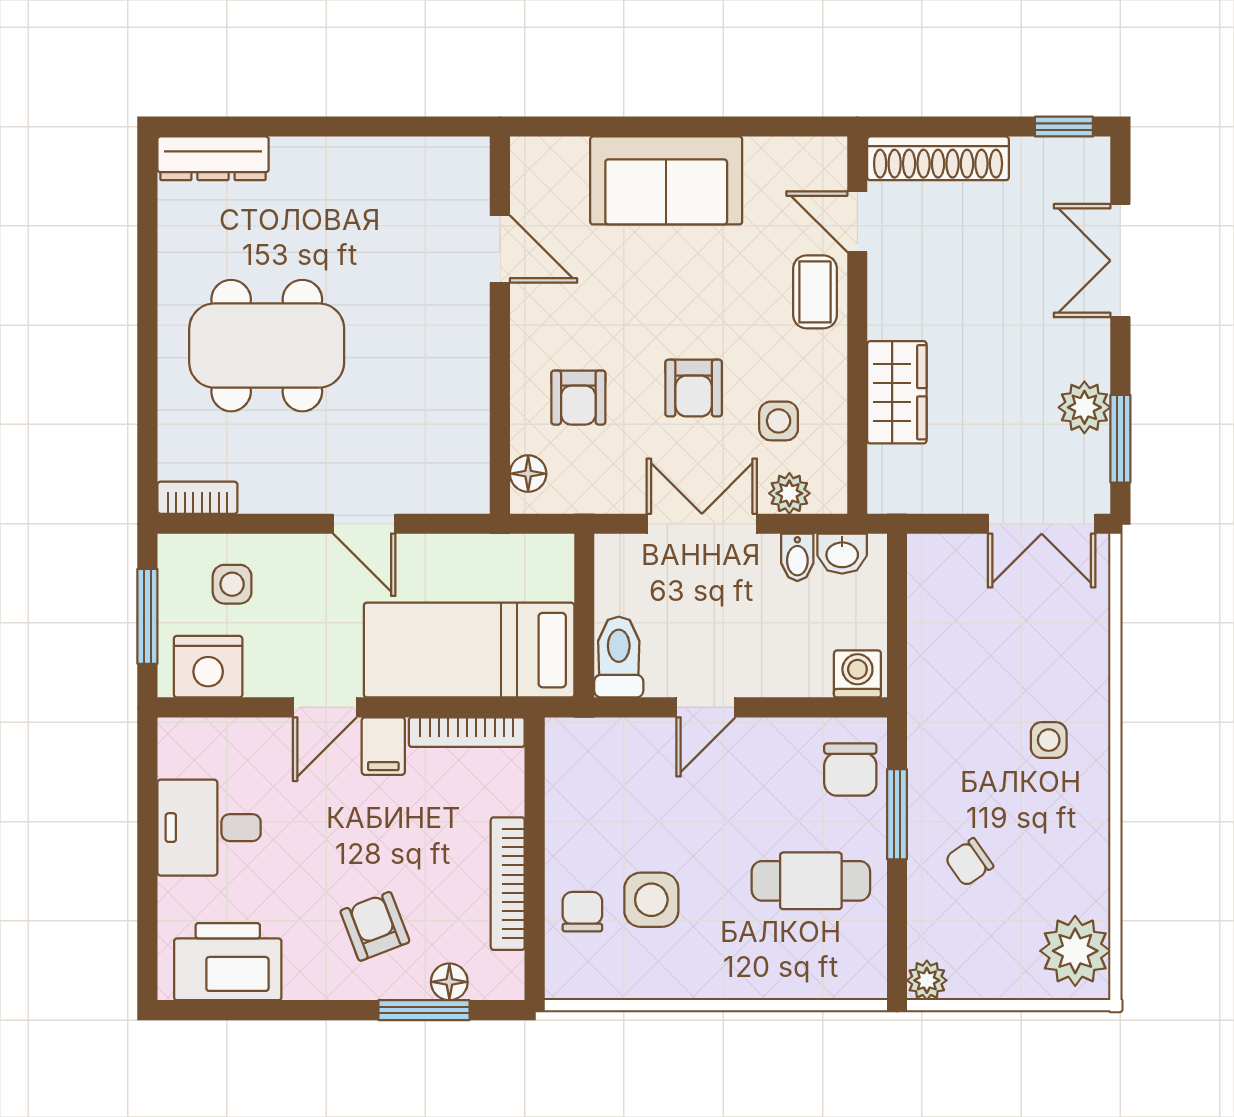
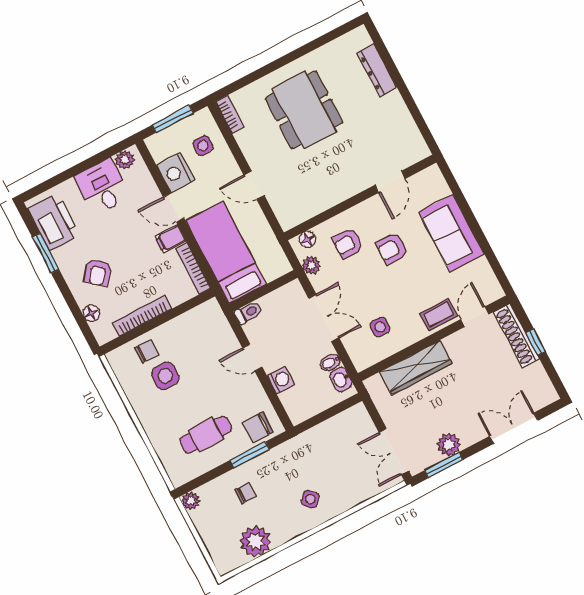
window: (1064, 127) -> (536, 342), moved
dresser: (213, 158) -> (377, 70), moved
armchair: (694, 388) -> (392, 249), moved
wardrobe: (897, 392) -> (416, 368), width x1.50
plant: (789, 493) -> (311, 265), moved
door: (364, 524) -> (254, 185), hinge flipped
toilet: (619, 657) -> (248, 313), width x0.73, depth x0.72
nightstand: (208, 667) -> (176, 173), moved
washing machine: (857, 674) -> (281, 380), moved
side table: (1049, 740) -> (310, 499), turned 45
plant: (178, 755) -> (125, 160), added
chair: (969, 862) -> (246, 493), turned 125
cafe table: (811, 881) -> (206, 435), turned 90
armchair: (375, 926) -> (98, 273), turned 150
plant: (1075, 951) -> (255, 541), moved
window: (424, 1010) -> (46, 253), moved

